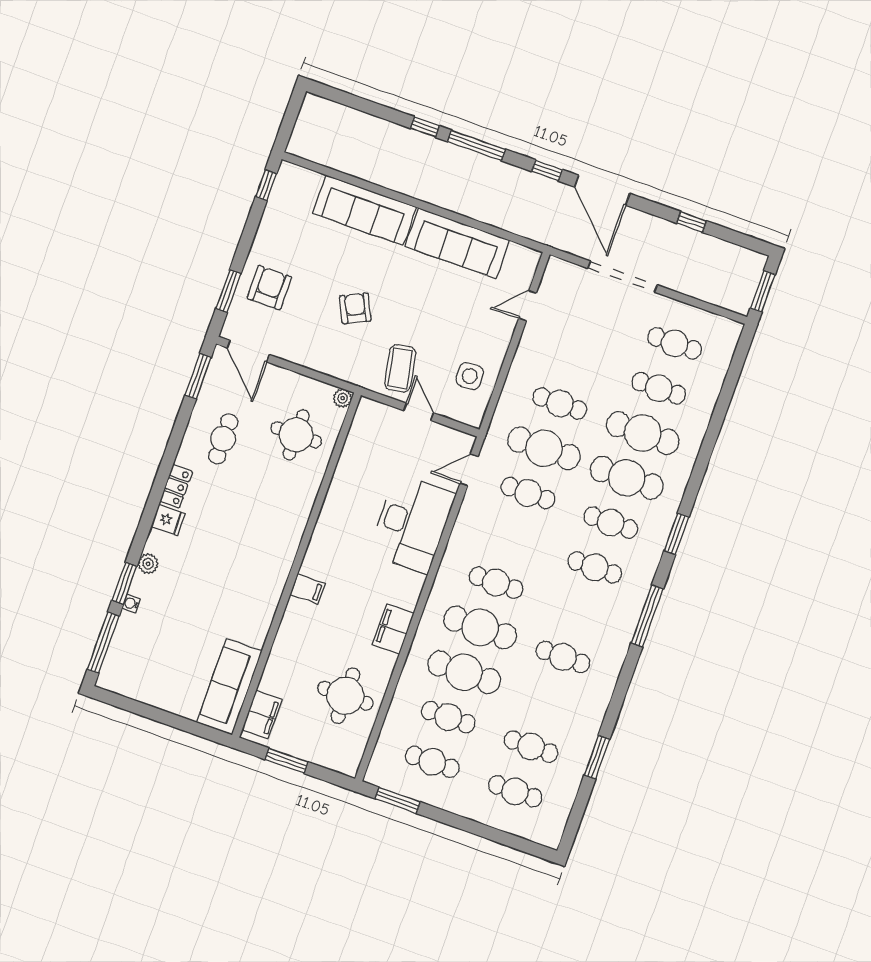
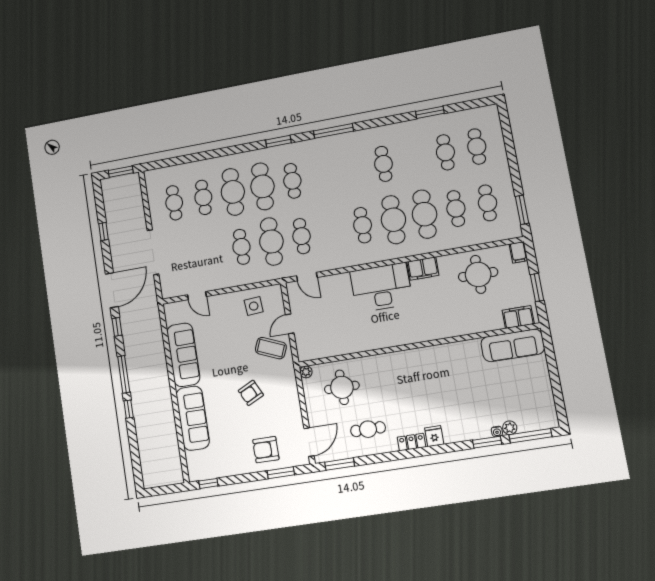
coffee table: (400, 368) -> (271, 348), turned 33
desk: (412, 524) -> (381, 287), moved
plant: (148, 564) -> (510, 428), moved
cafe table: (595, 567) -> (322, 175), removed
filing cabinet: (308, 589) -> (518, 252), moved, turned 180

